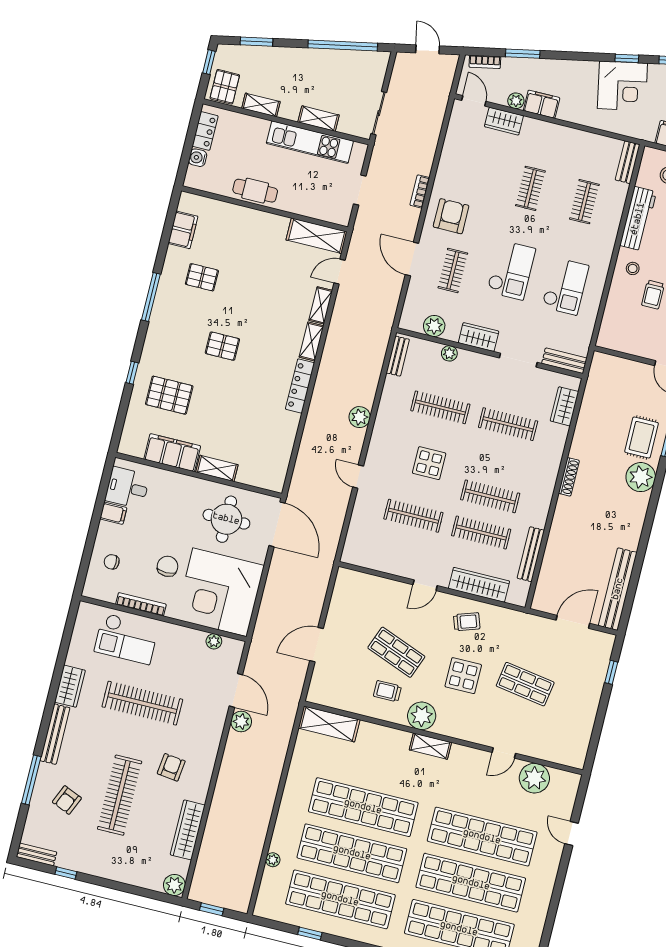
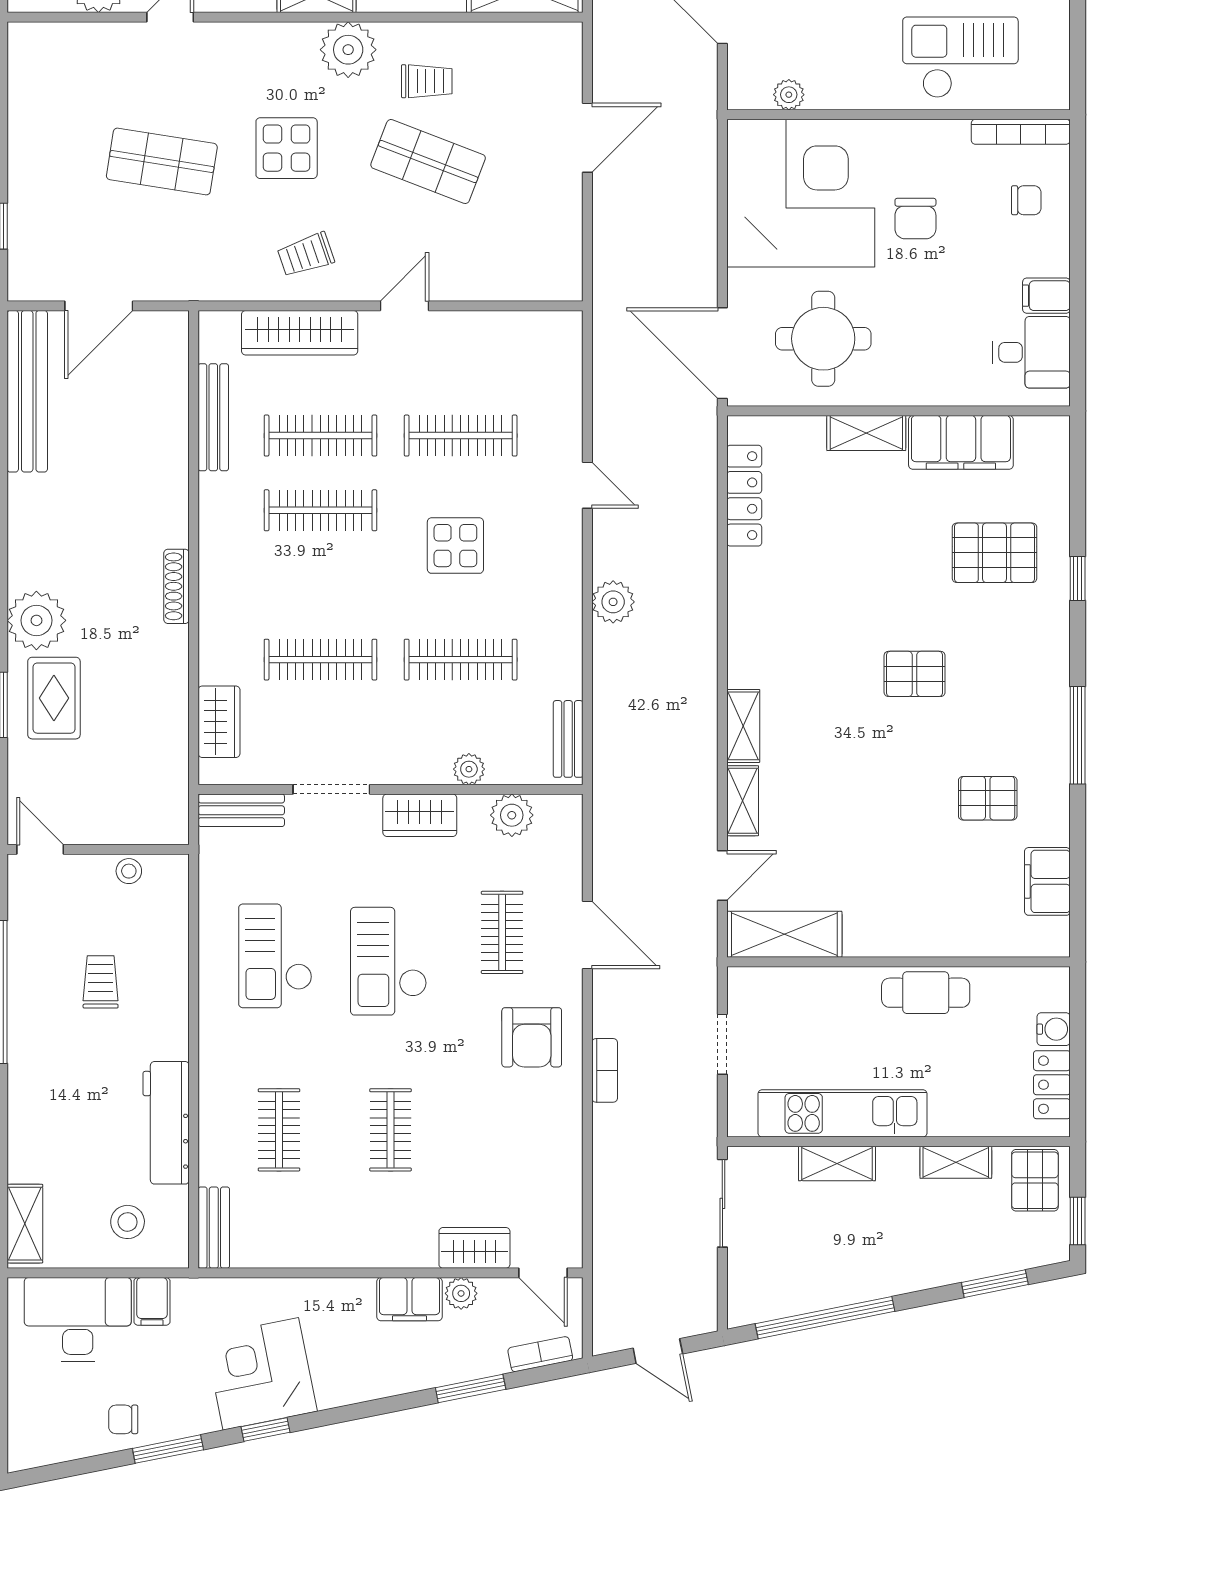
stool: (633, 268) -> (129, 871), moved
locker: (300, 386) -> (744, 496), moved
bookcase: (141, 604) -> (1021, 132), moved

